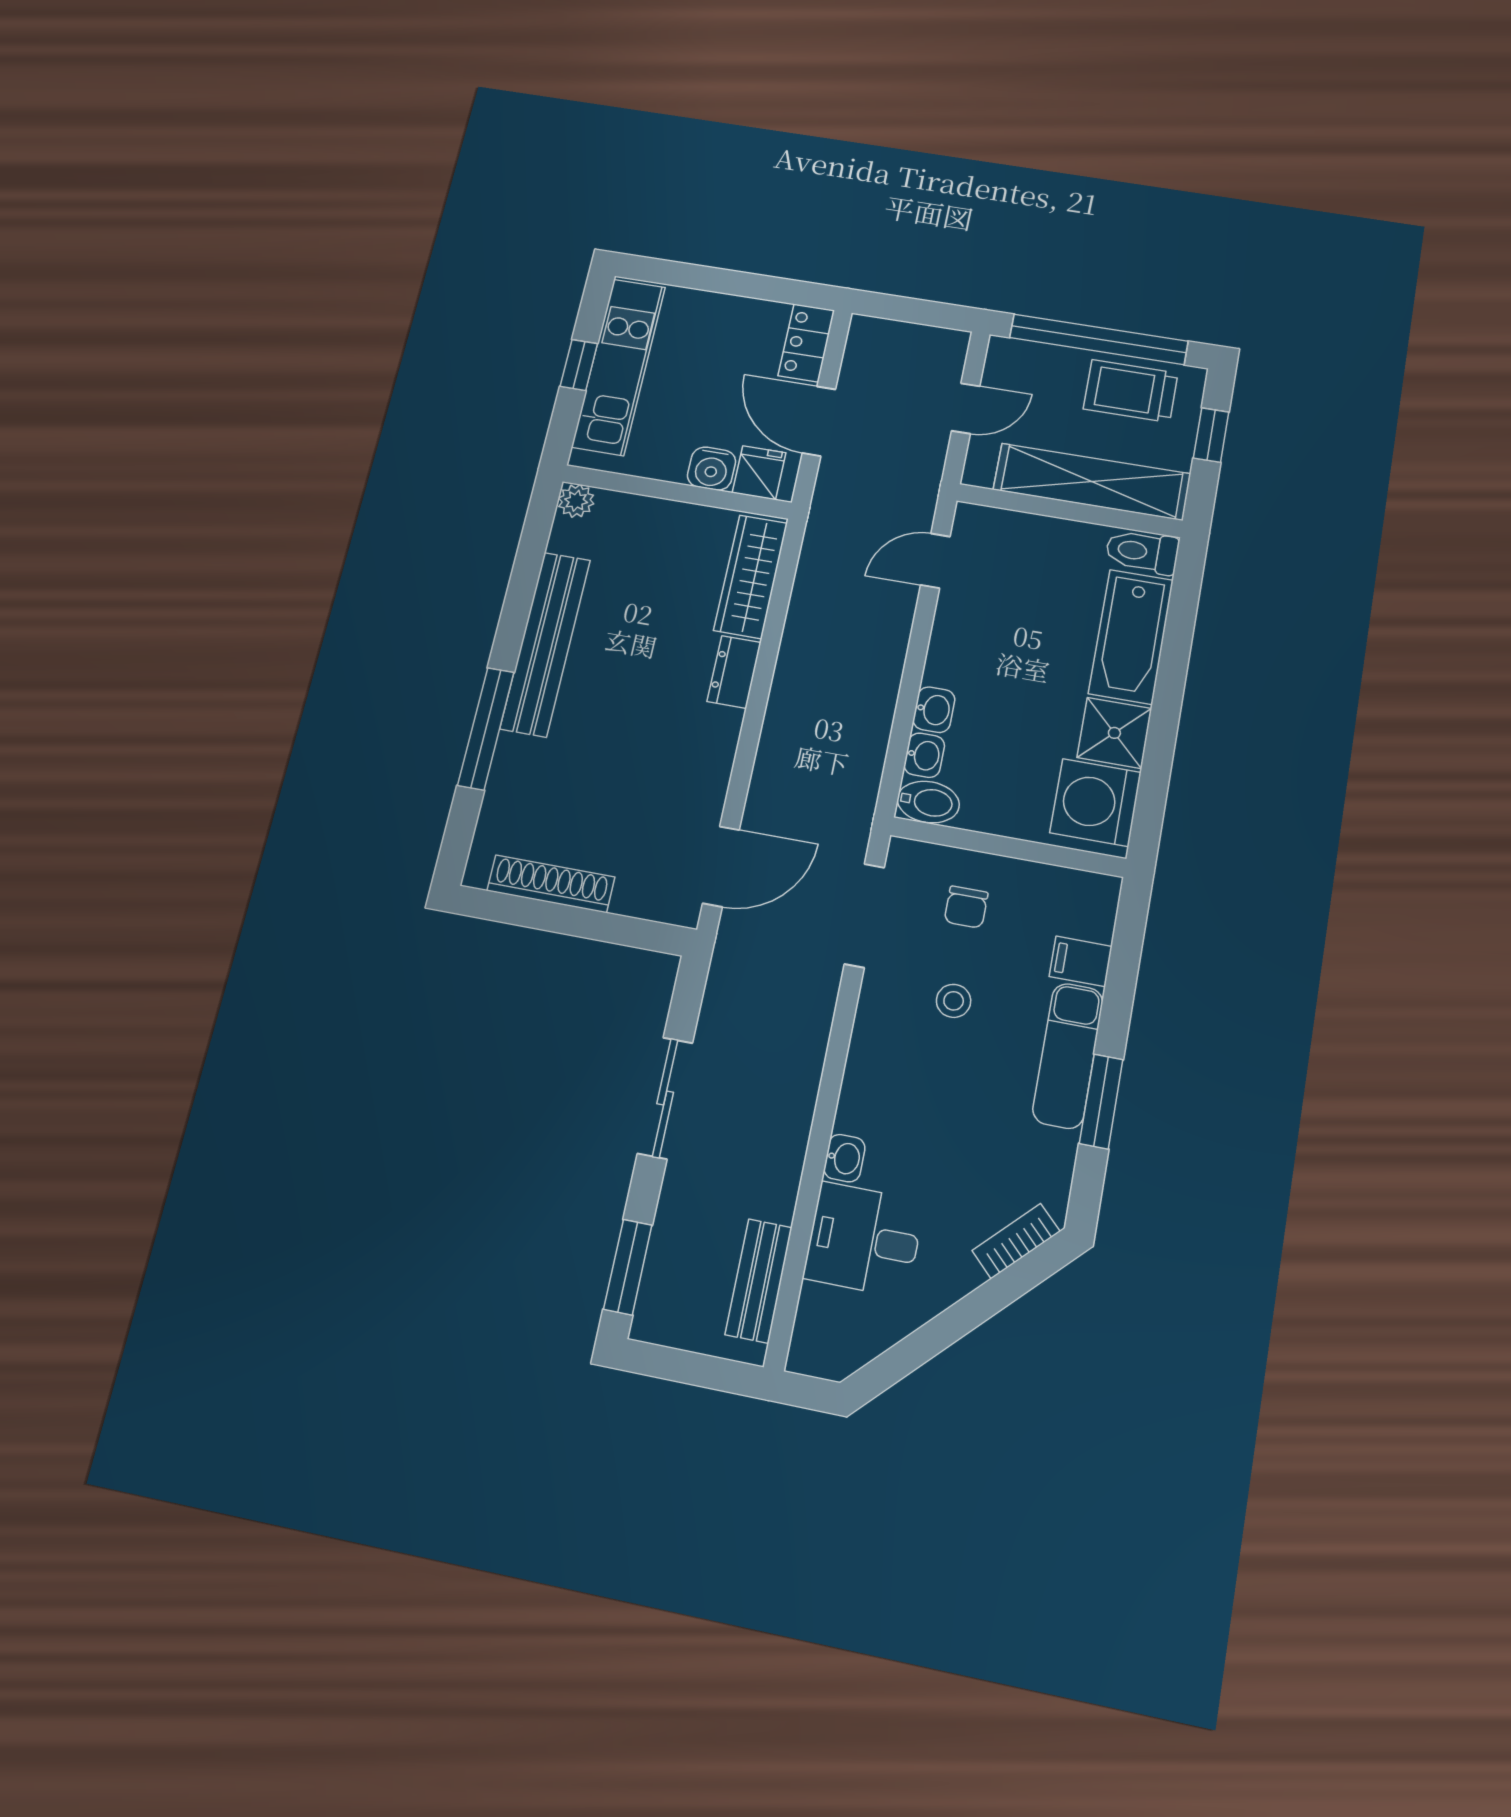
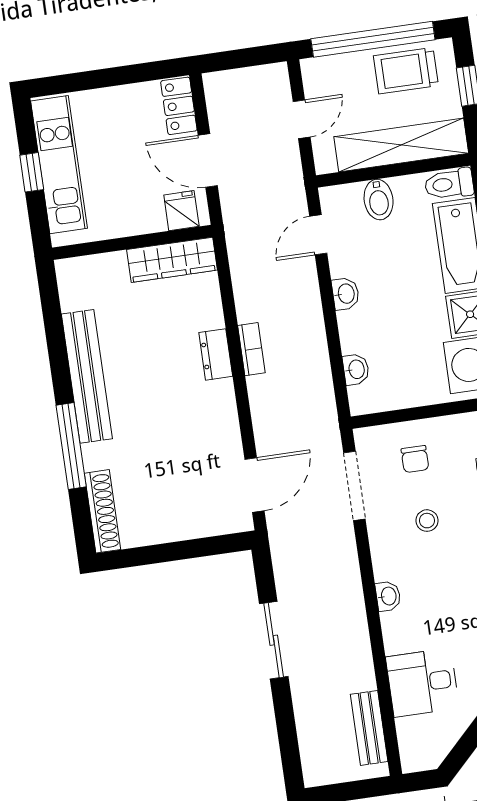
water cooler: (712, 469) -> (149, 218), removed
plant: (576, 501) -> (68, 271), removed
wardrobe: (751, 577) -> (172, 260), moved, turned -90
bookcase: (787, 681) -> (251, 349), added
washbasin: (934, 710) -> (346, 294), moved
bidet: (928, 802) -> (379, 200), moved, turned 90
shoe rack: (551, 884) -> (103, 511), moved, turned 90
washbasin: (844, 1158) -> (388, 596), moved
window: (628, 1267) -> (289, 747), removed

